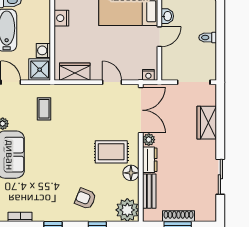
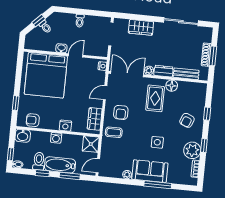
nightstand: (61, 18) -> (65, 126), moved
door: (159, 37) -> (76, 55), hinge flipped
washing machine: (43, 50) -> (56, 138), moved
armchair: (87, 107) -> (121, 112), added
coffee table: (44, 109) -> (114, 132), moved
side table: (51, 161) -> (157, 142), added
sliding door: (220, 177) -> (181, 22), width x1.37
plant: (127, 210) -> (192, 150), moved

